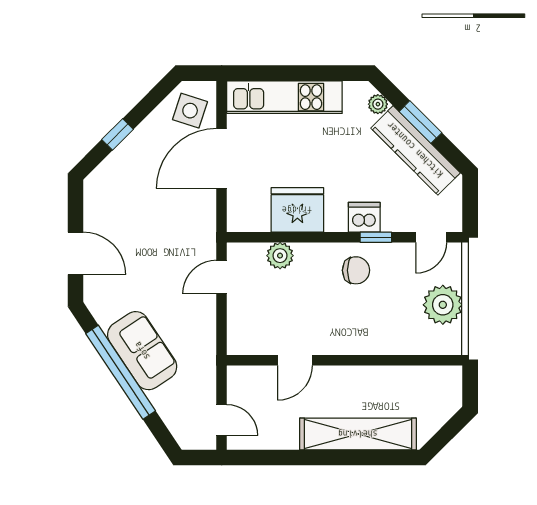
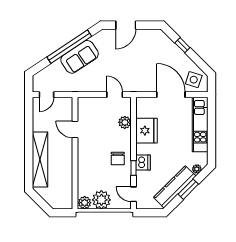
plant: (449, 340) -> (85, 203), added

